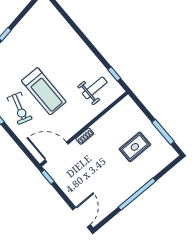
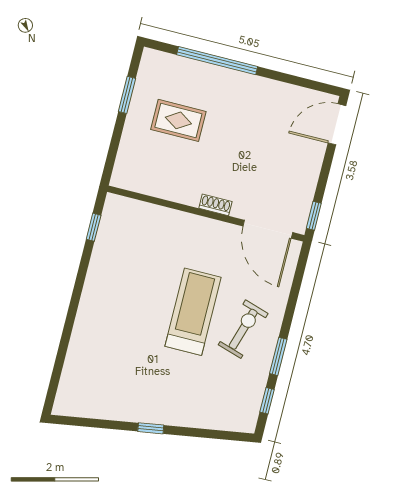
weight bench: (95, 88) -> (135, 241), removed
window: (163, 132) -> (127, 95), width x0.69
window: (137, 194) -> (217, 61), moved

